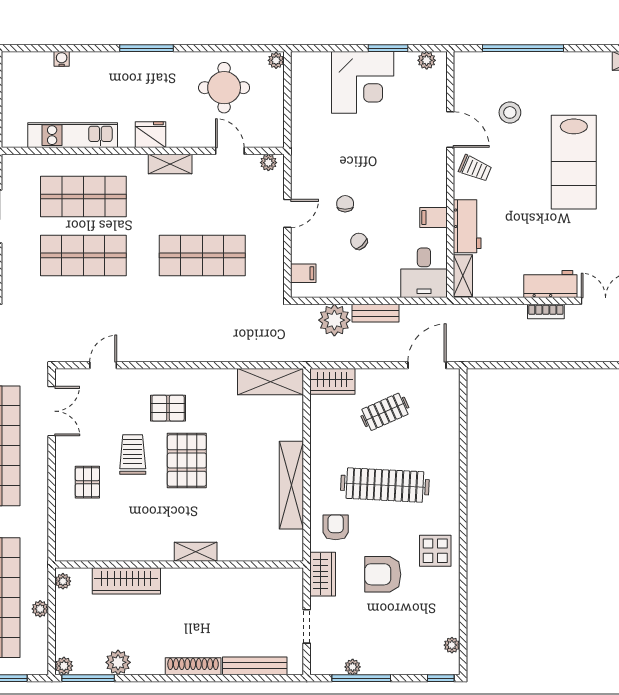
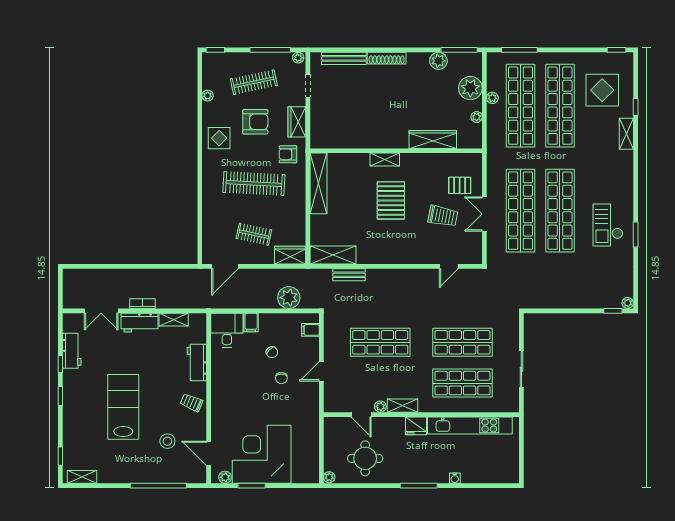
water cooler: (62, 59) -> (455, 478), moved
corner desk: (363, 82) -> (262, 454), width x1.36, depth x1.36
door: (450, 129) -> (209, 453), moved
kitchen unit: (73, 135) -> (470, 426), width x1.36
plant: (268, 163) -> (380, 407), moved
filing cabinet: (433, 217) -> (251, 322), moved, turned 90
shelving: (463, 276) -> (174, 320), moved, turned 90
bench: (376, 313) -> (349, 275), moved
pallet: (168, 408) -> (404, 237), removed
double door: (52, 411) -> (484, 214), moved
clothes rail: (385, 412) -> (254, 234), turned 36
trolley: (133, 454) -> (443, 216), moved, turned -79
pallet: (87, 482) -> (460, 185), turned 90
armchair: (336, 527) -> (288, 154), turned 90
shelving: (196, 552) -> (385, 160), moved
wall: (179, 565) -> (396, 151), moved
wardrobe: (126, 581) -> (433, 139), moved
clothes rail: (385, 632) -> (254, 82), added
plant: (452, 645) -> (208, 96), moved
plant: (64, 666) -> (470, 88), moved, width x1.87, depth x1.87
plant: (353, 667) -> (298, 58), moved

